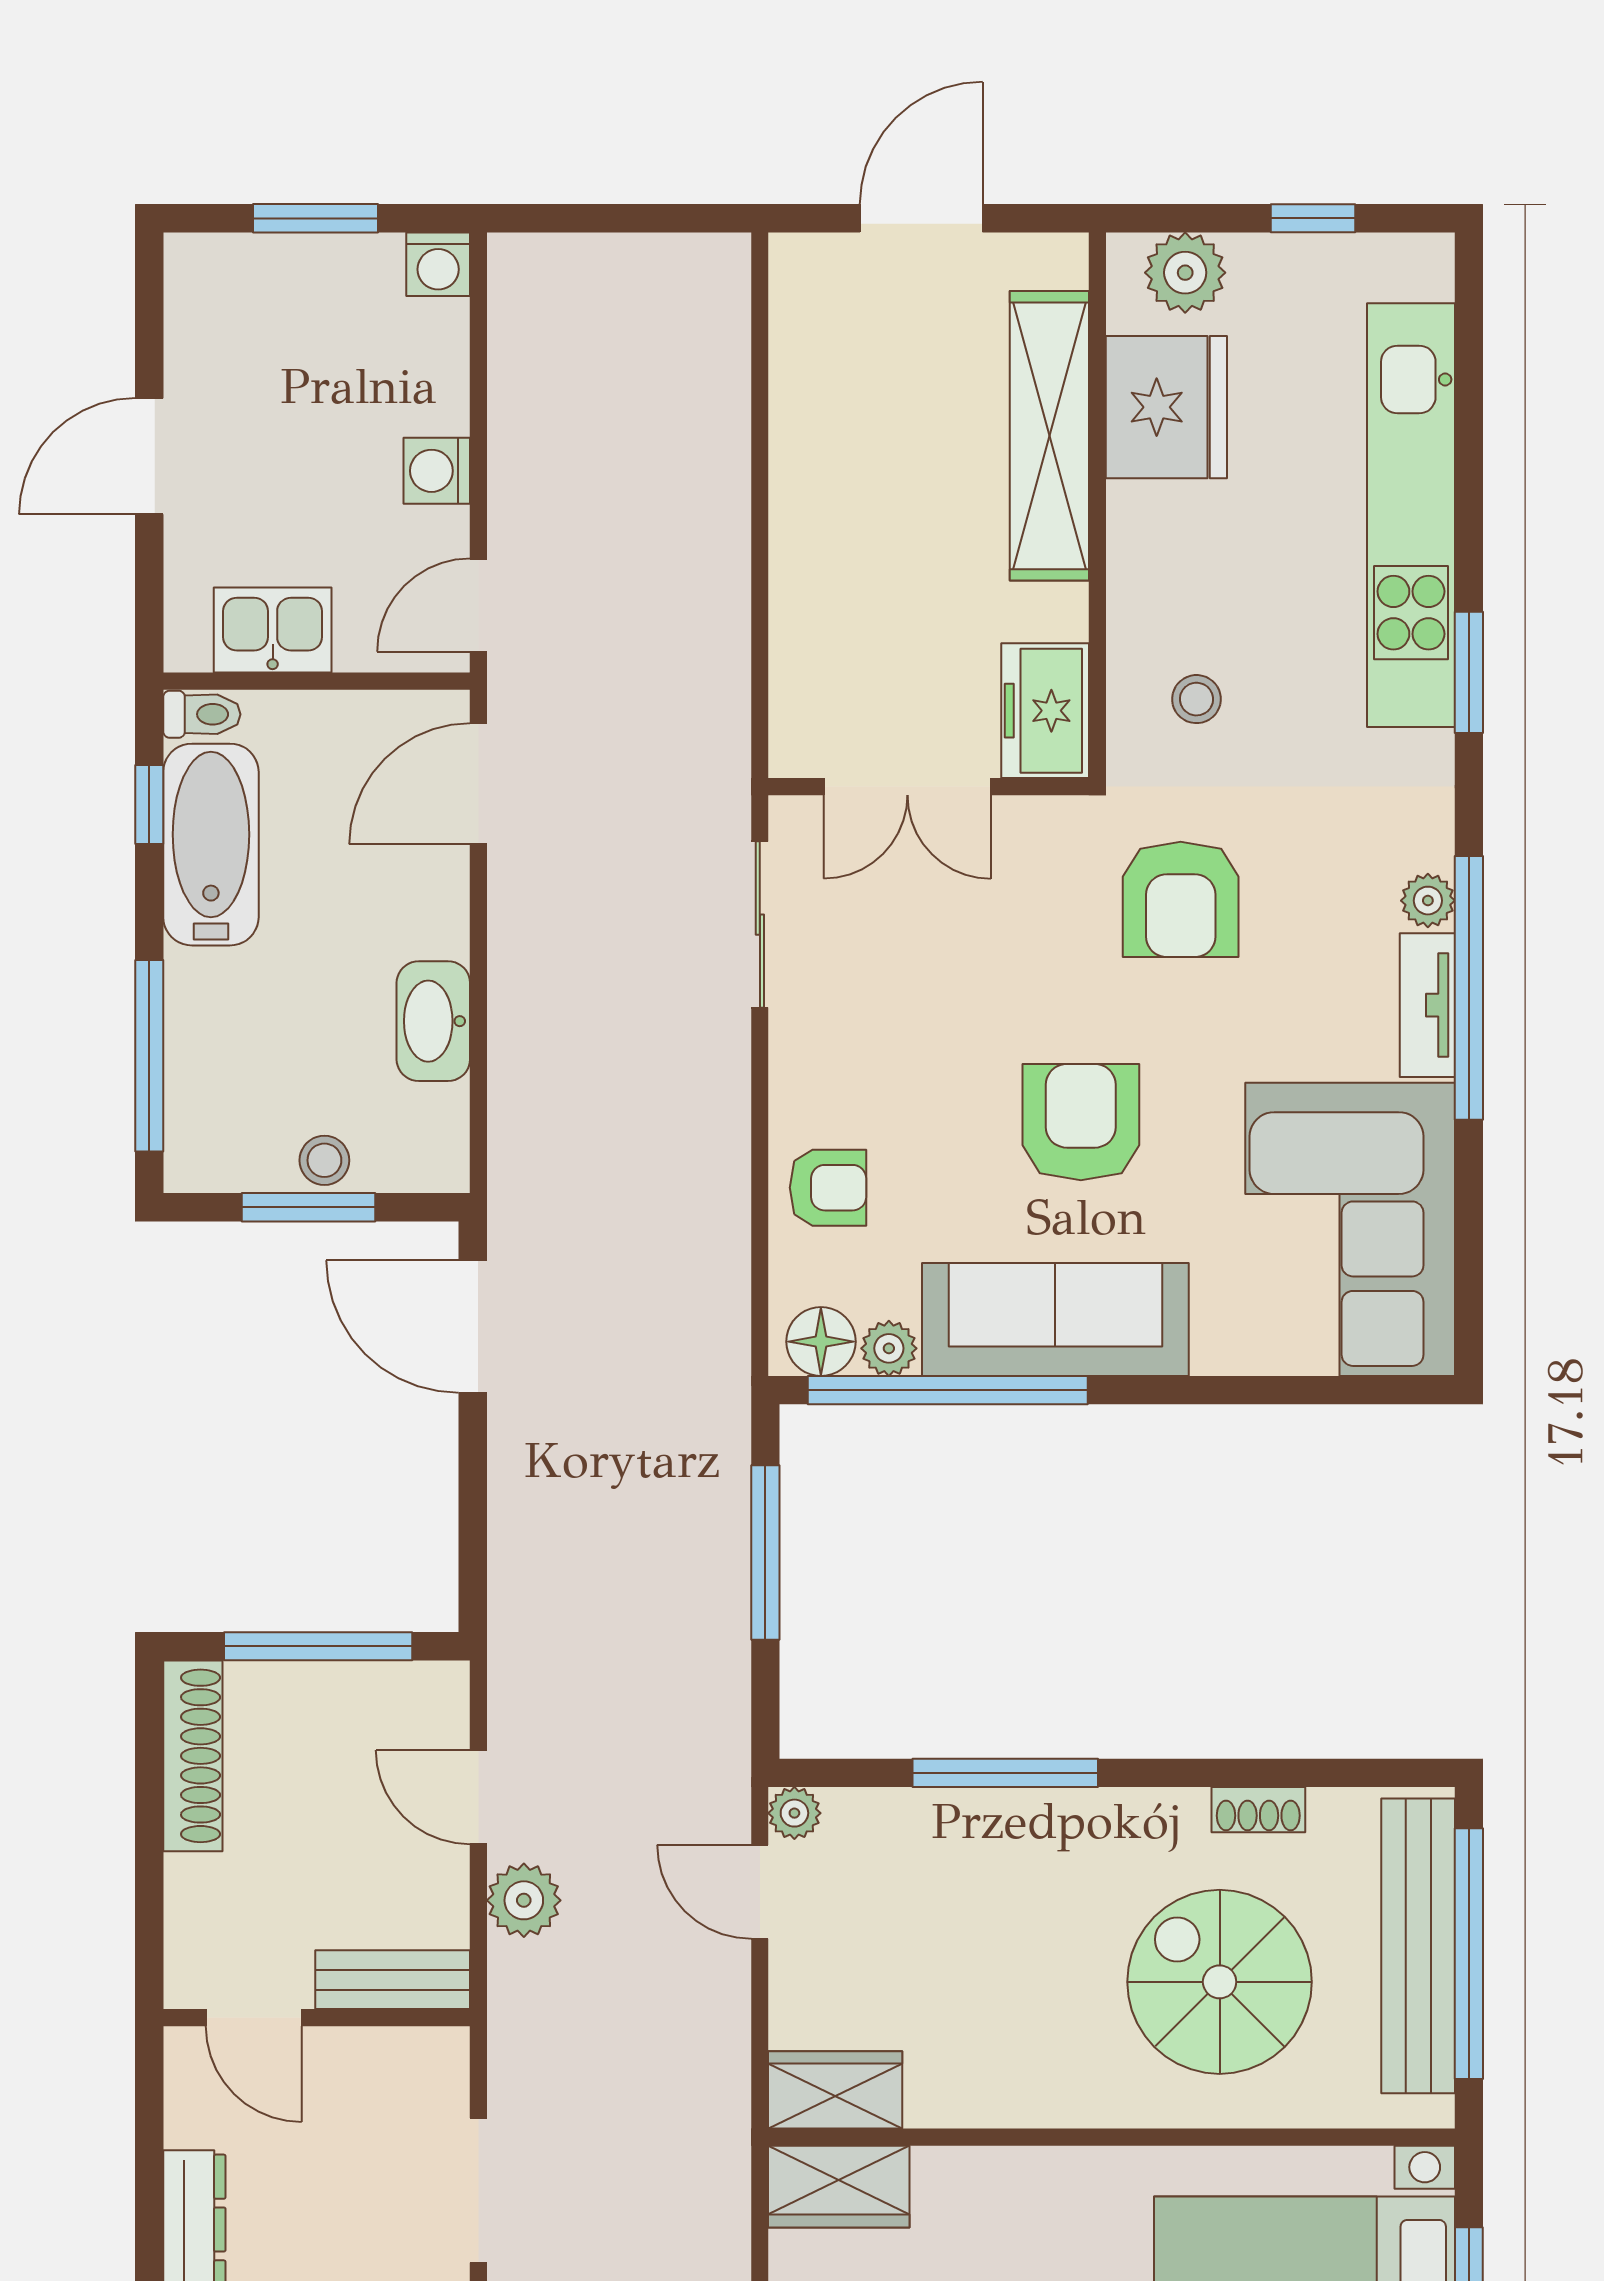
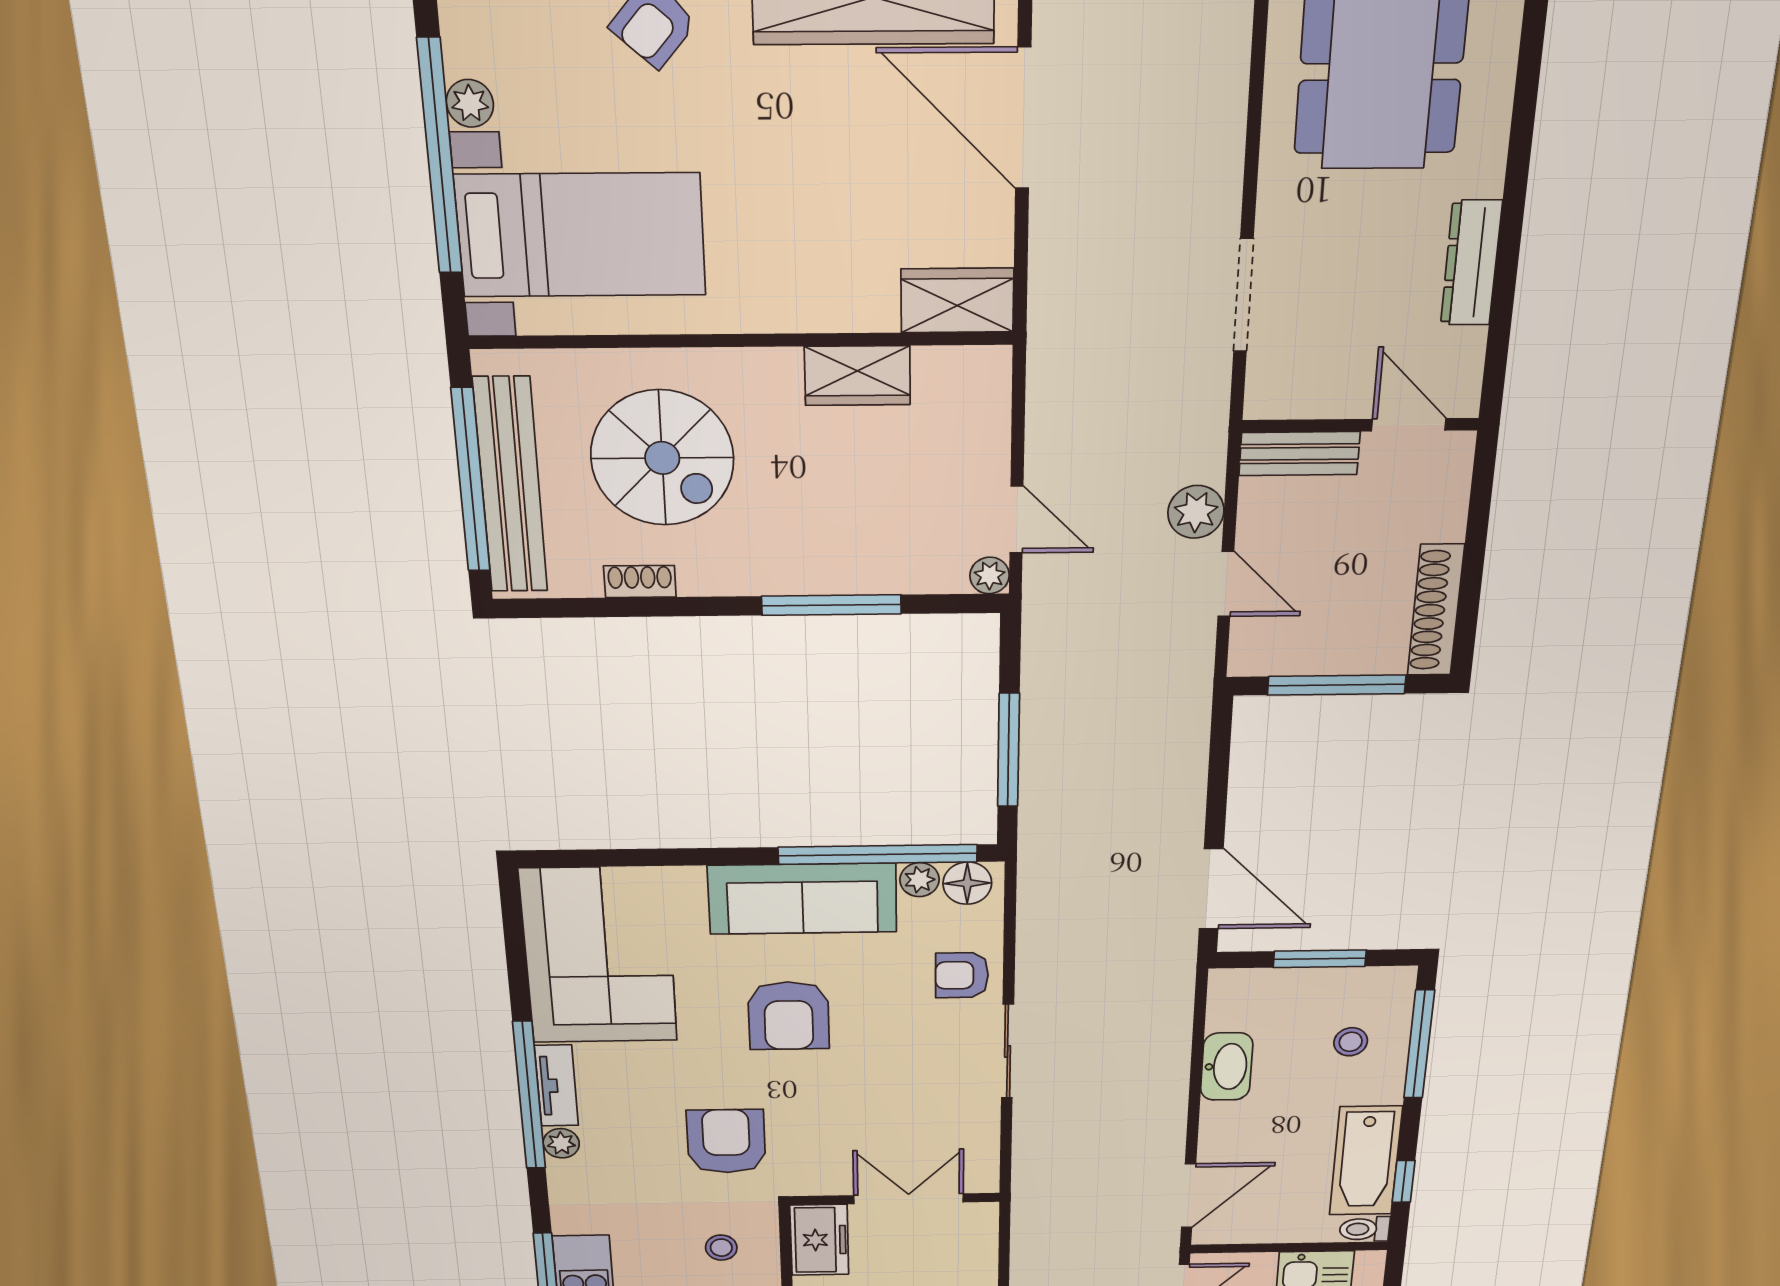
sliding door: (760, 925) -> (1007, 1051), moved
stool: (324, 1160) -> (1351, 1042), moved
wardrobe: (835, 2090) -> (857, 376), moved

